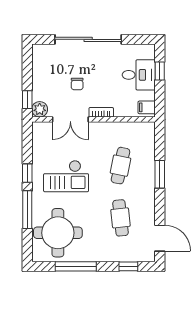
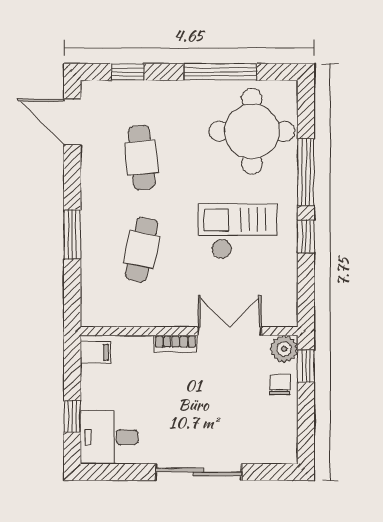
sliding door: (88, 39) -> (199, 472), width x0.73
desk: (139, 75) -> (109, 437), moved
chair: (77, 84) -> (280, 384), moved

